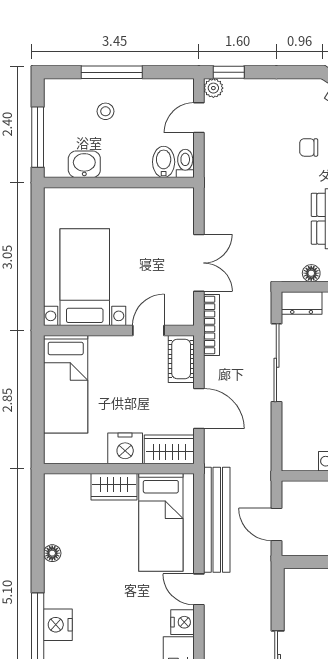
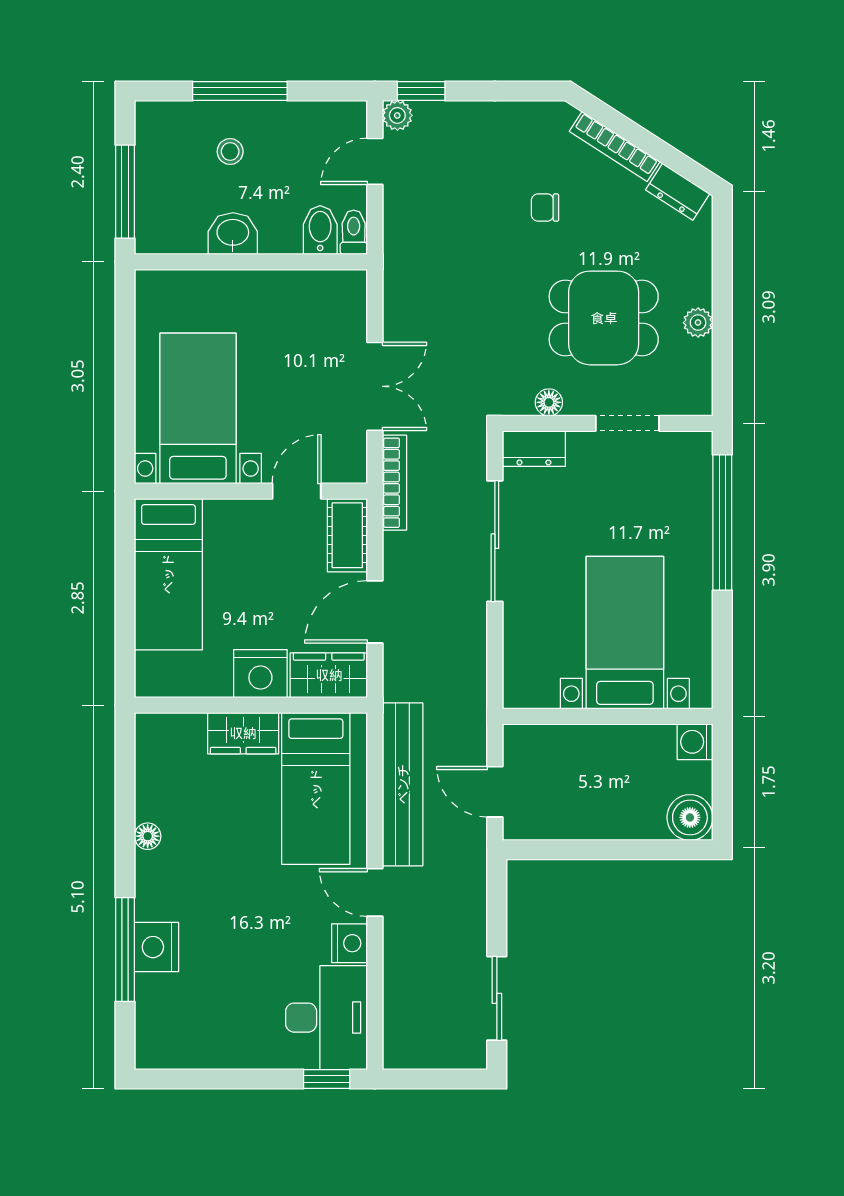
washbasin: (84, 164) -> (233, 234), moved
door: (199, 408) -> (375, 612), swing flipped

